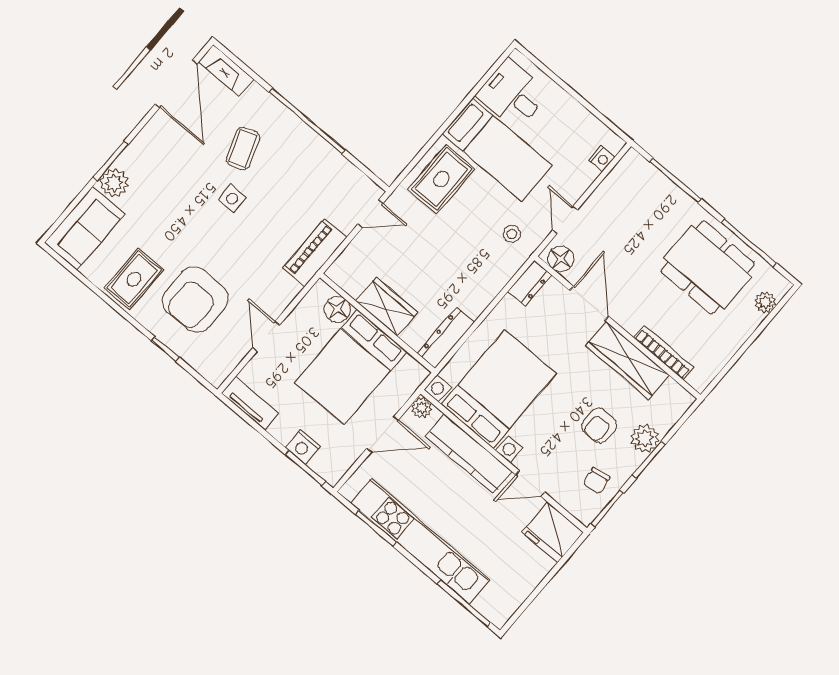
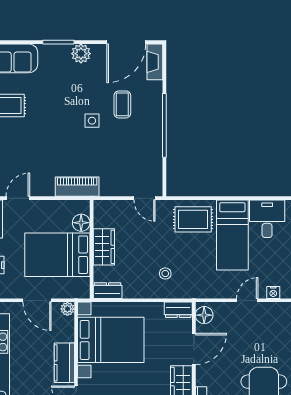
coffee table: (243, 148) -> (122, 104), turned -70
plant: (114, 183) -> (81, 54), moved
door: (565, 220) -> (247, 300), moved
stool: (512, 234) -> (165, 274), moved
piano: (315, 253) -> (77, 187), moved
armchair: (195, 300) -> (24, 146), removed
door: (266, 336) -> (18, 198), moved
dresser: (446, 338) -> (108, 291), width x0.70
kitchen counter: (469, 454) -> (64, 363), width x0.67

